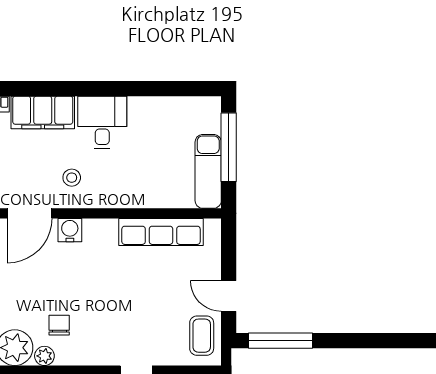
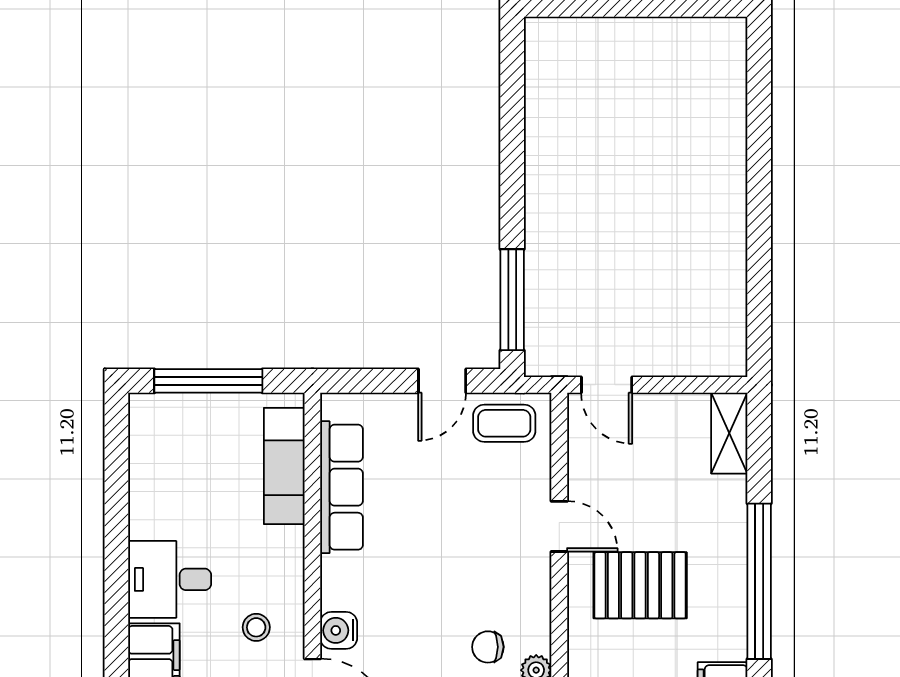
exam couch: (208, 171) -> (284, 466), moved, turned 90

